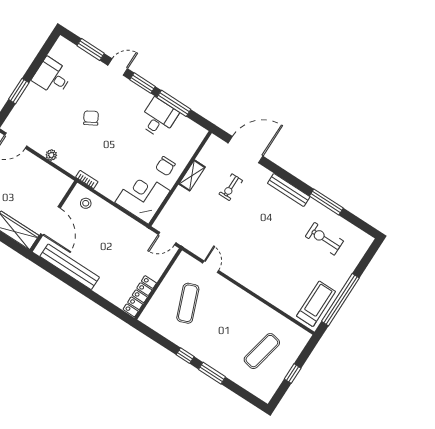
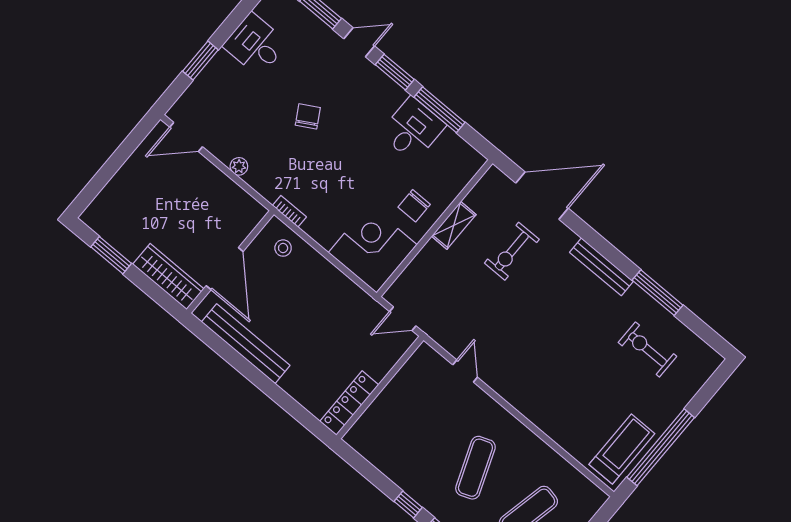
exercise bike: (231, 187) -> (512, 251), width x1.38, depth x1.39
exercise mat: (188, 303) -> (475, 468), moved

